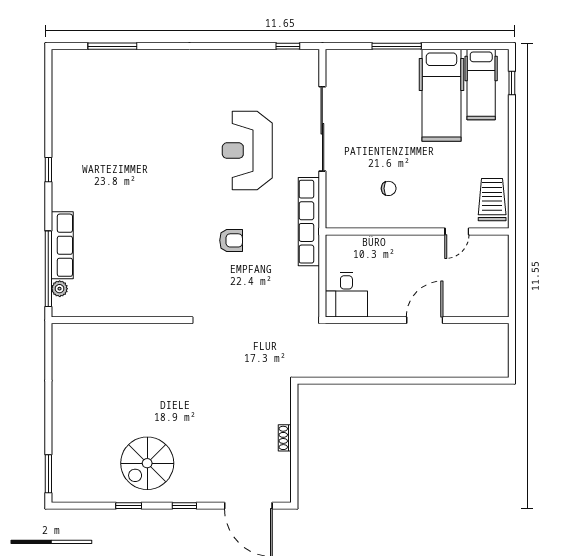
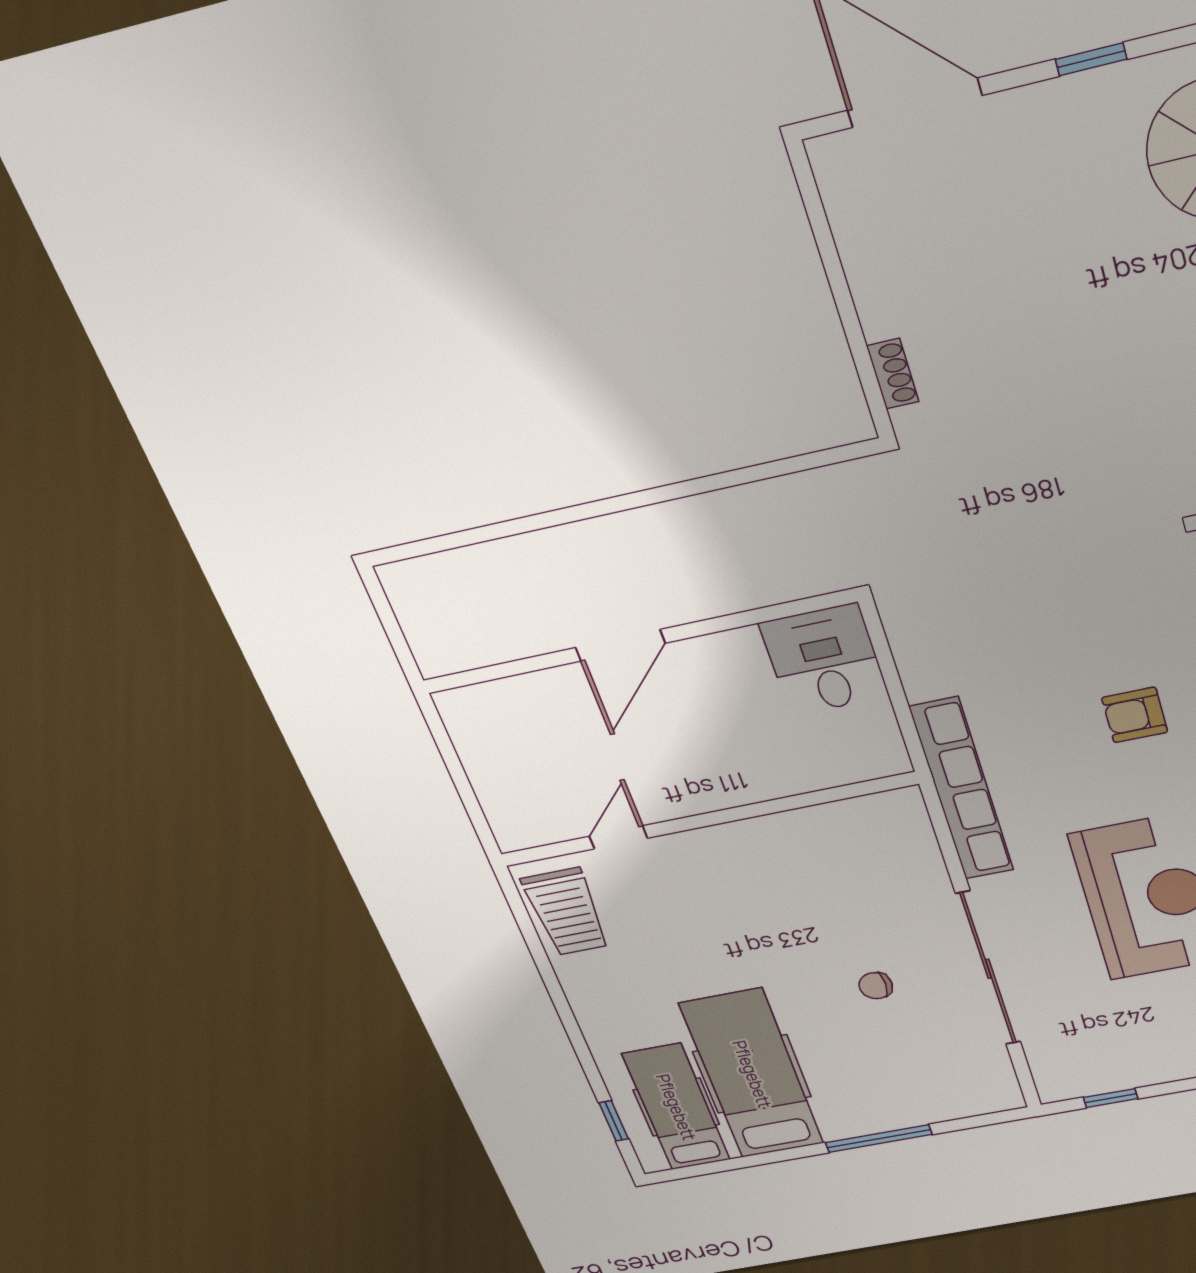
chair: (389, 188) -> (876, 986), moved
shoe rack: (285, 438) -> (893, 374), moved

